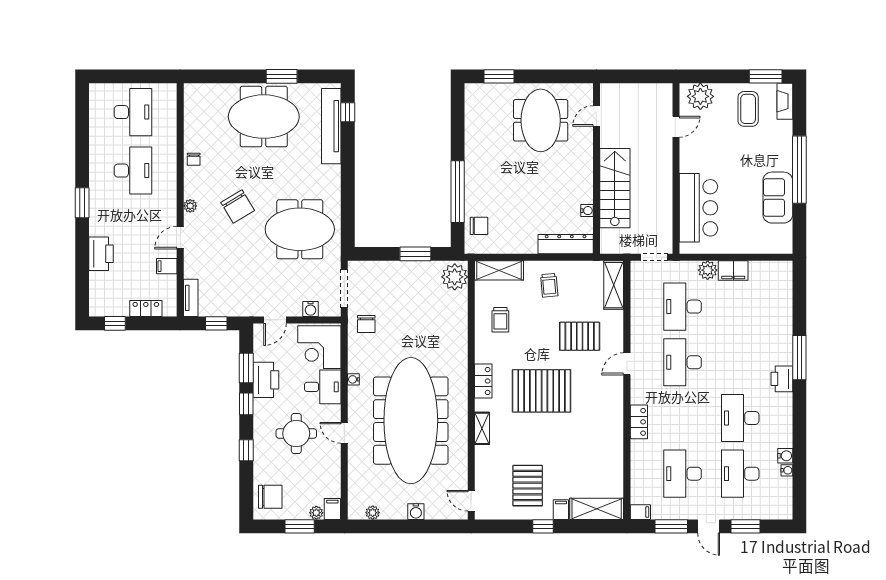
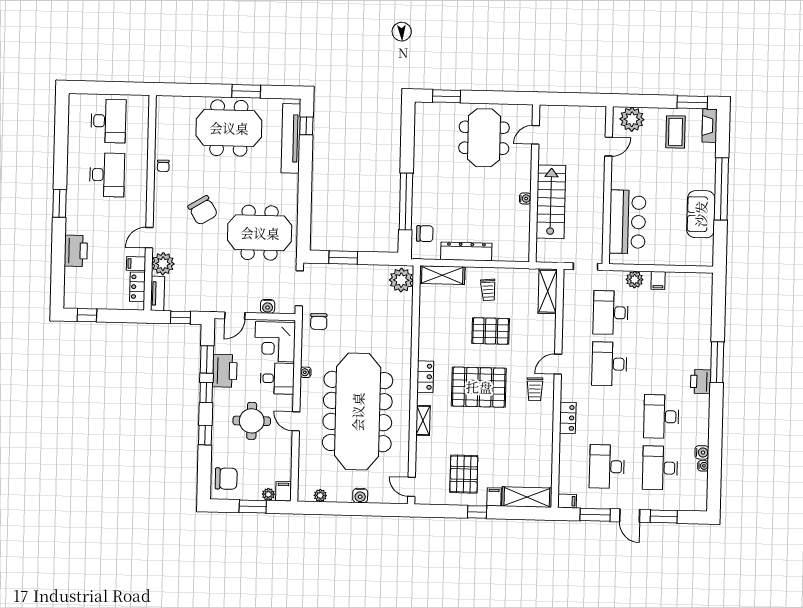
plant: (190, 206) -> (163, 264), moved, width x1.88, depth x1.88
water cooler: (587, 211) -> (525, 199), moved
dresser: (566, 244) -> (466, 251), moved
window: (415, 254) -> (343, 257), moved
filing cabinet: (733, 271) -> (658, 280), width x0.50
locker: (146, 308) -> (137, 287), moved, turned -90
trolley: (500, 320) -> (535, 389), moved
pallet: (580, 336) -> (491, 331), moved

